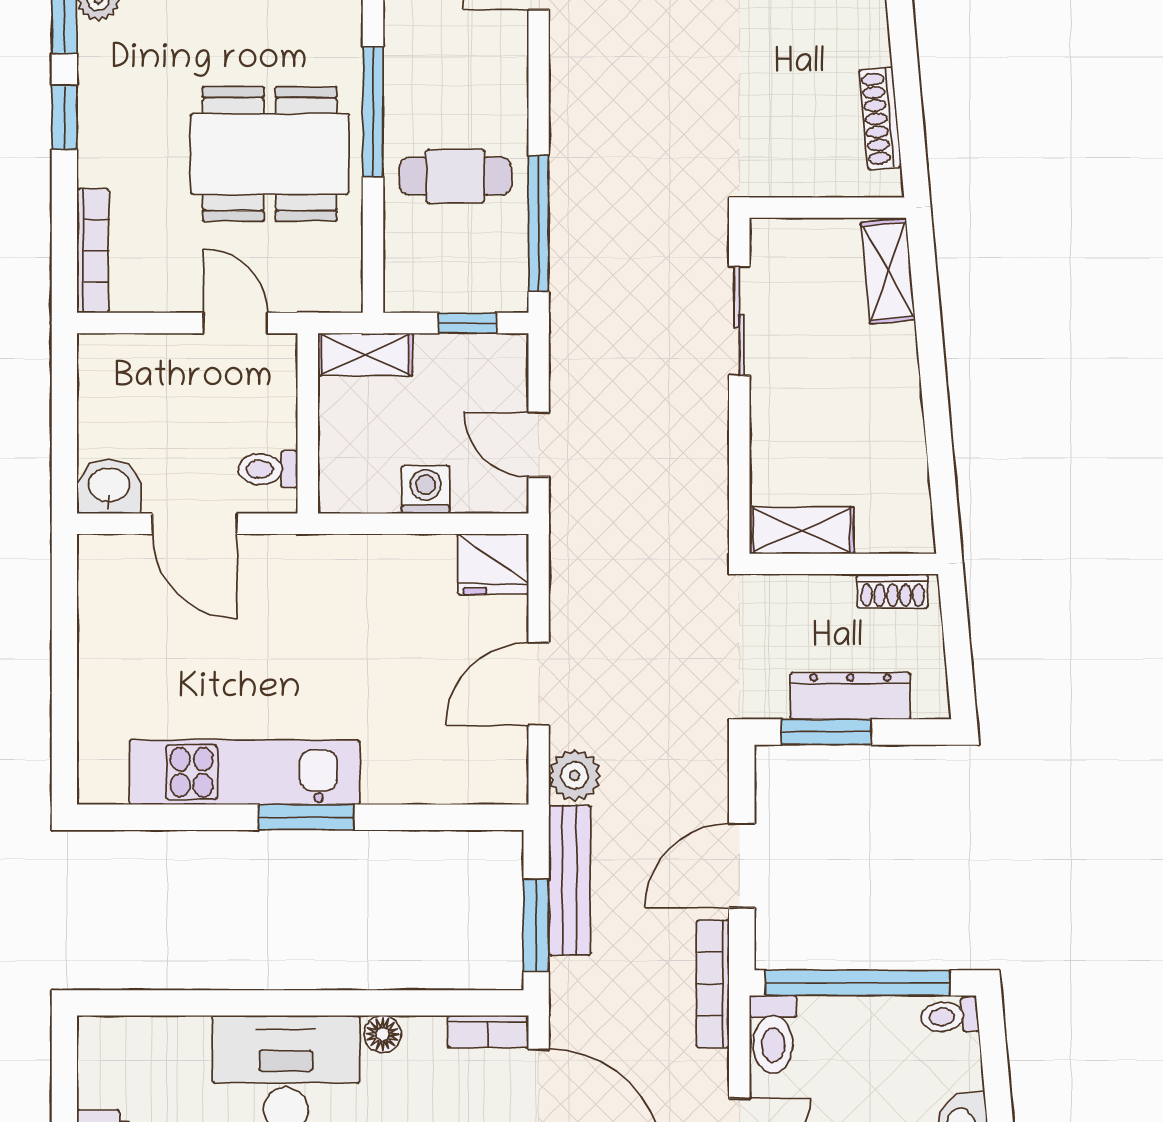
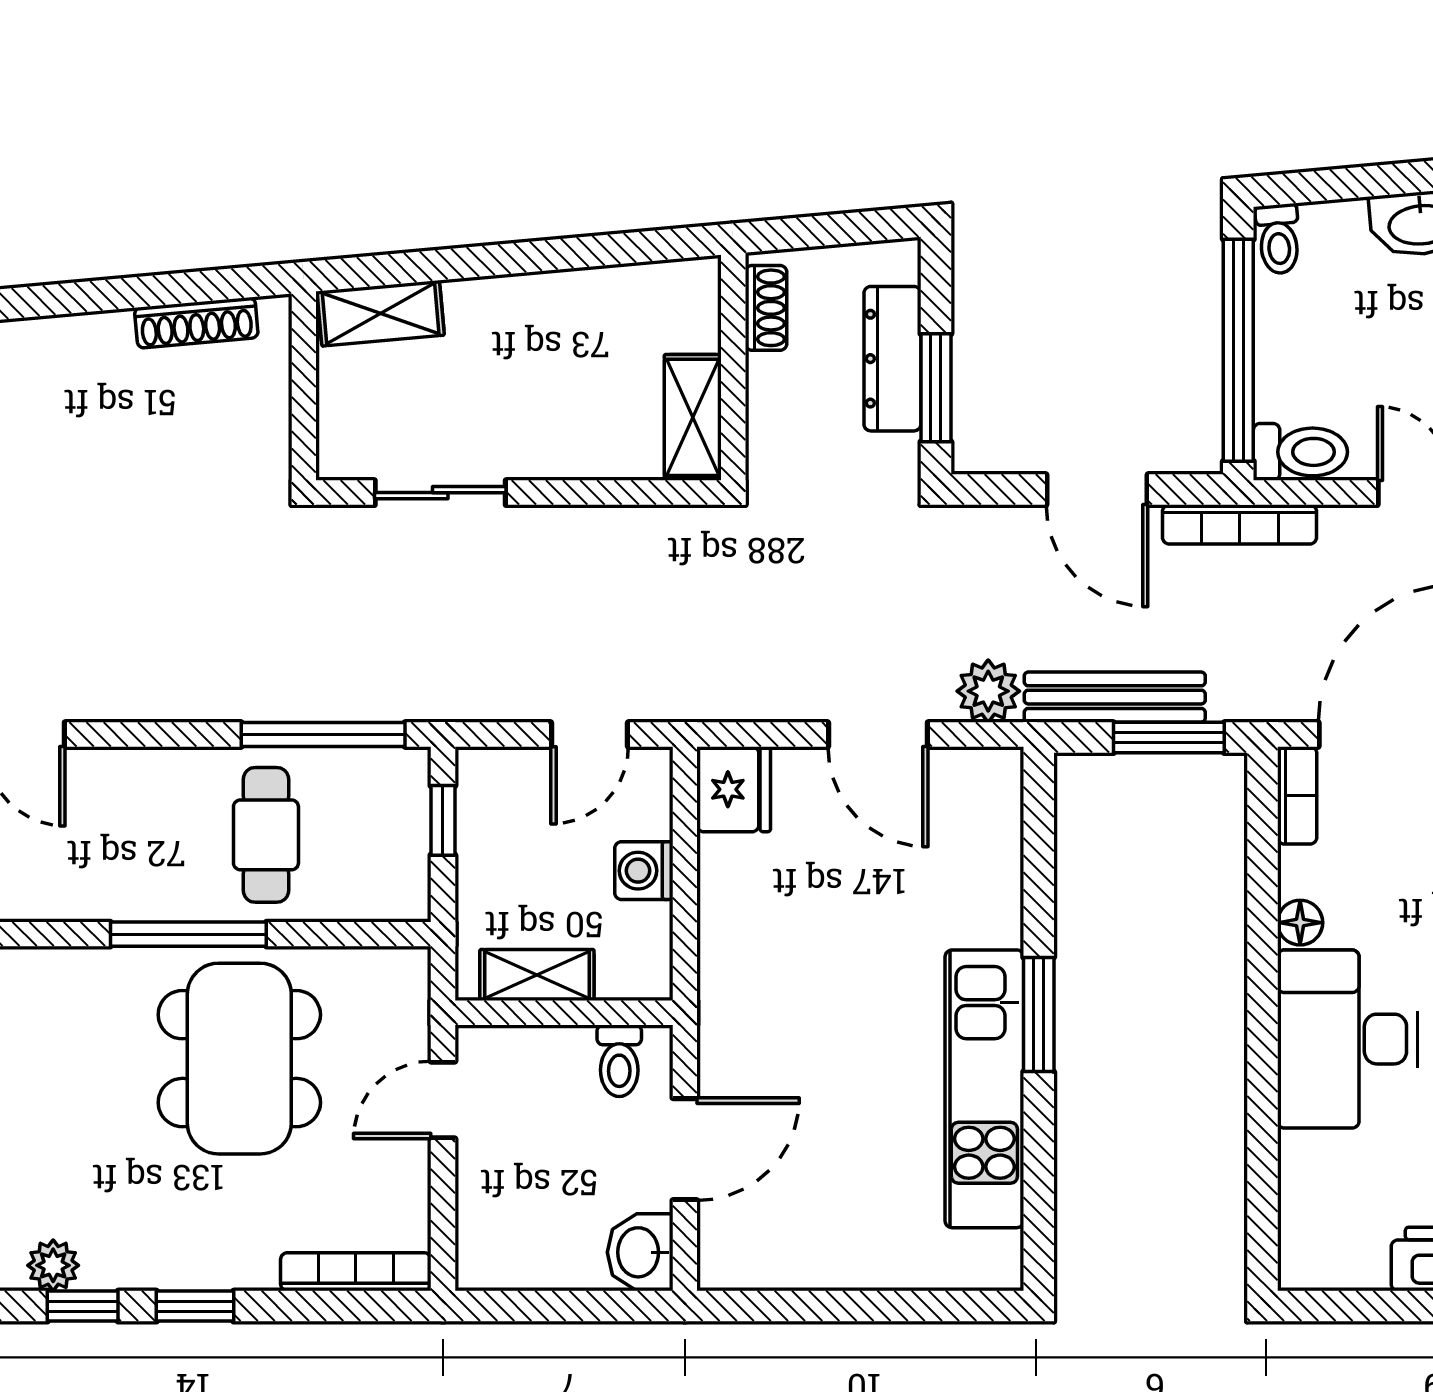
shelving: (365, 354) -> (537, 975), moved, turned 90

